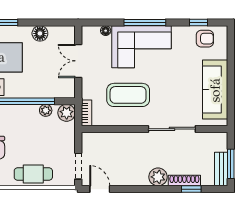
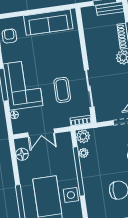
floor lamp: (40, 33) -> (22, 154), moved
coffee table: (128, 95) -> (62, 90), width x0.73, depth x0.76
sliding door: (172, 129) -> (89, 88), moved

